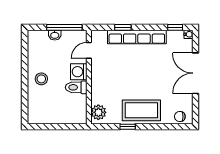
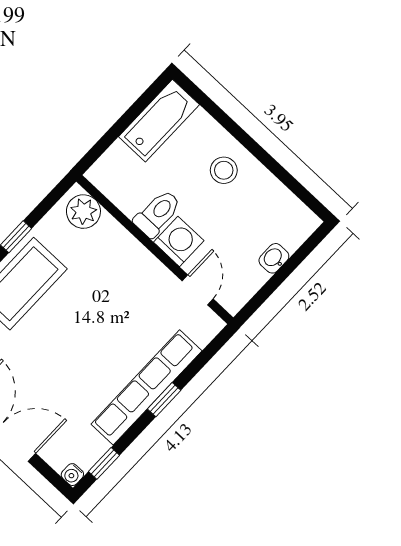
window: (64, 27) -> (272, 285), removed
window: (123, 27) -> (164, 400), moved
bathtub: (45, 116) -> (159, 121), added

